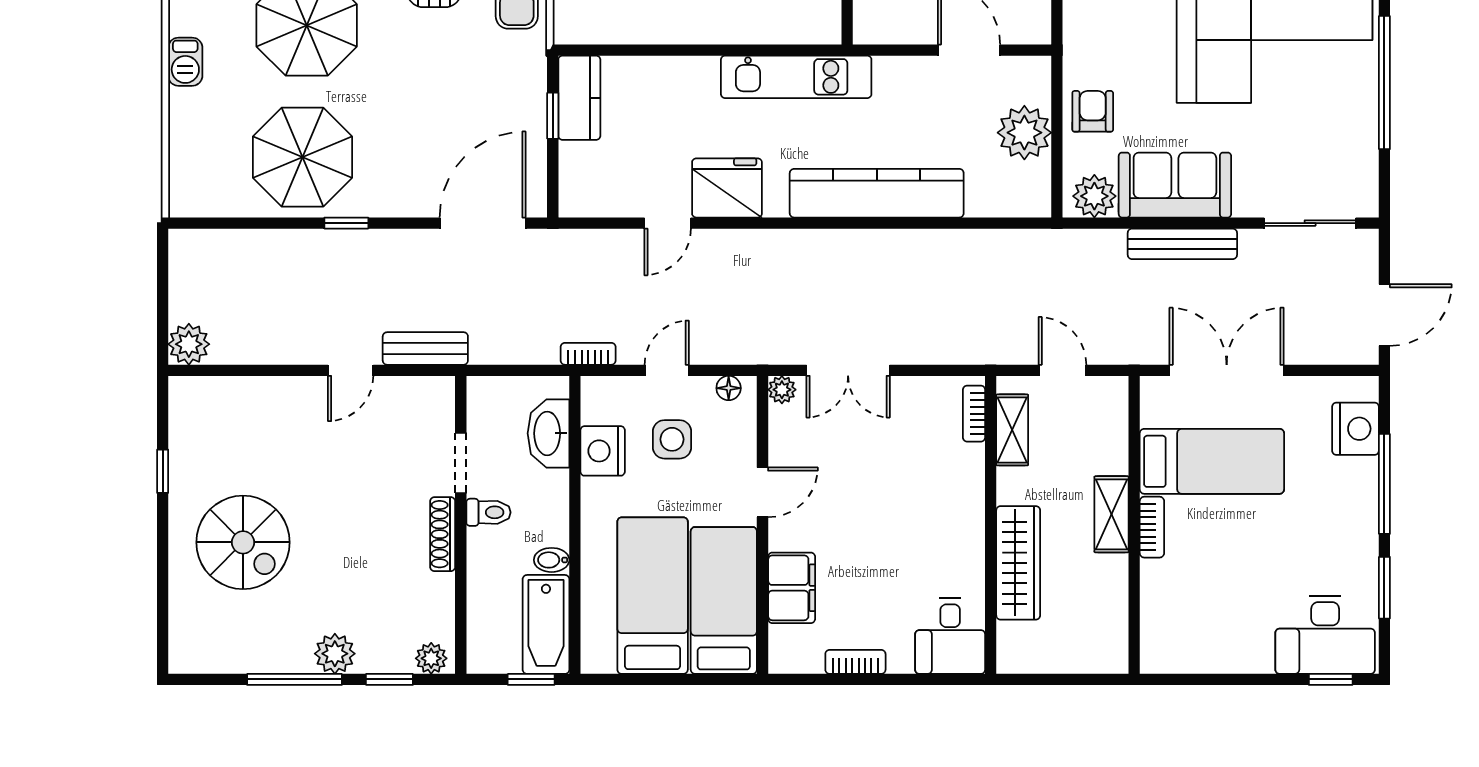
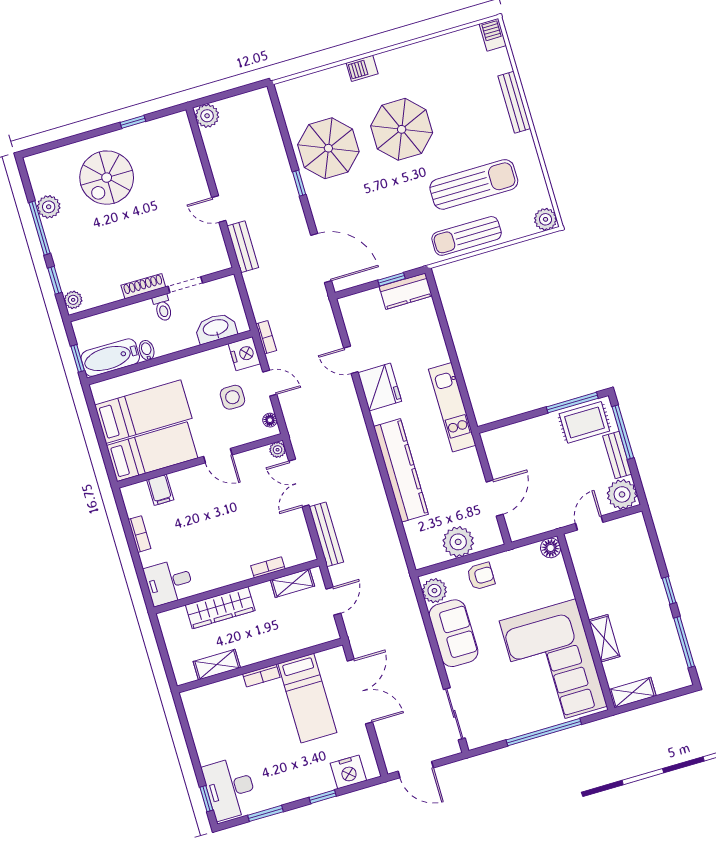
bench: (1182, 244) -> (326, 534), moved
bookcase: (974, 414) -> (268, 567), moved
nightstand: (603, 451) -> (244, 354), moved, turned 90
window: (1384, 484) -> (323, 797), width x0.46
shelving: (1112, 514) -> (217, 665), moved
filing cabinet: (792, 588) -> (160, 490), width x0.50
plant: (335, 654) -> (49, 207), moved

